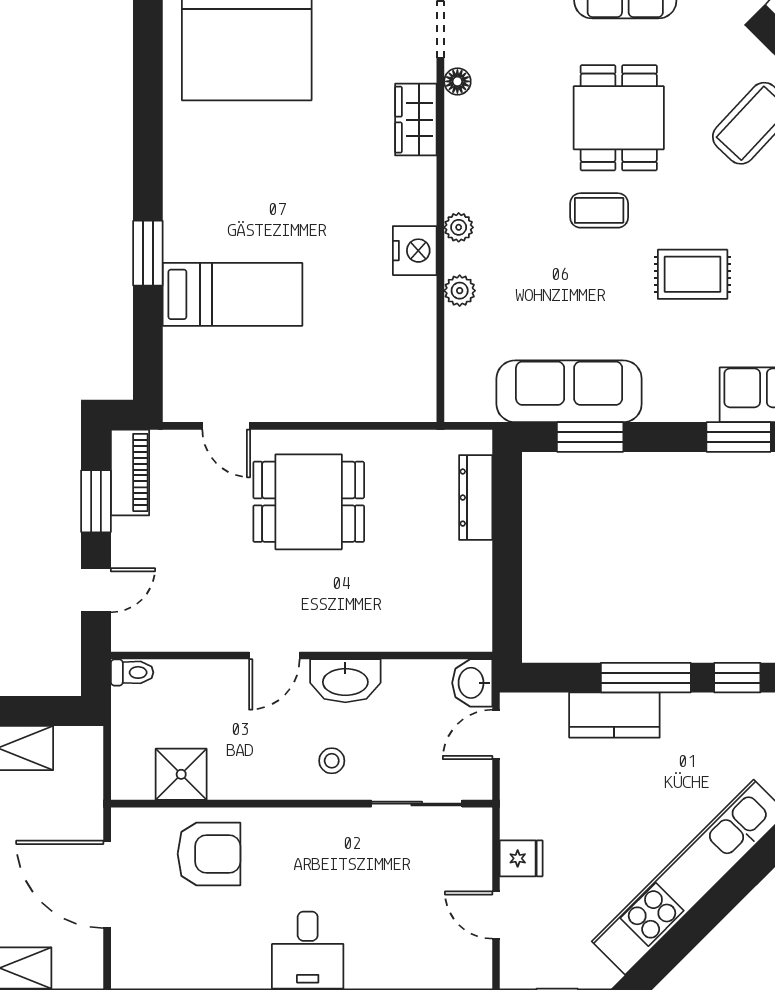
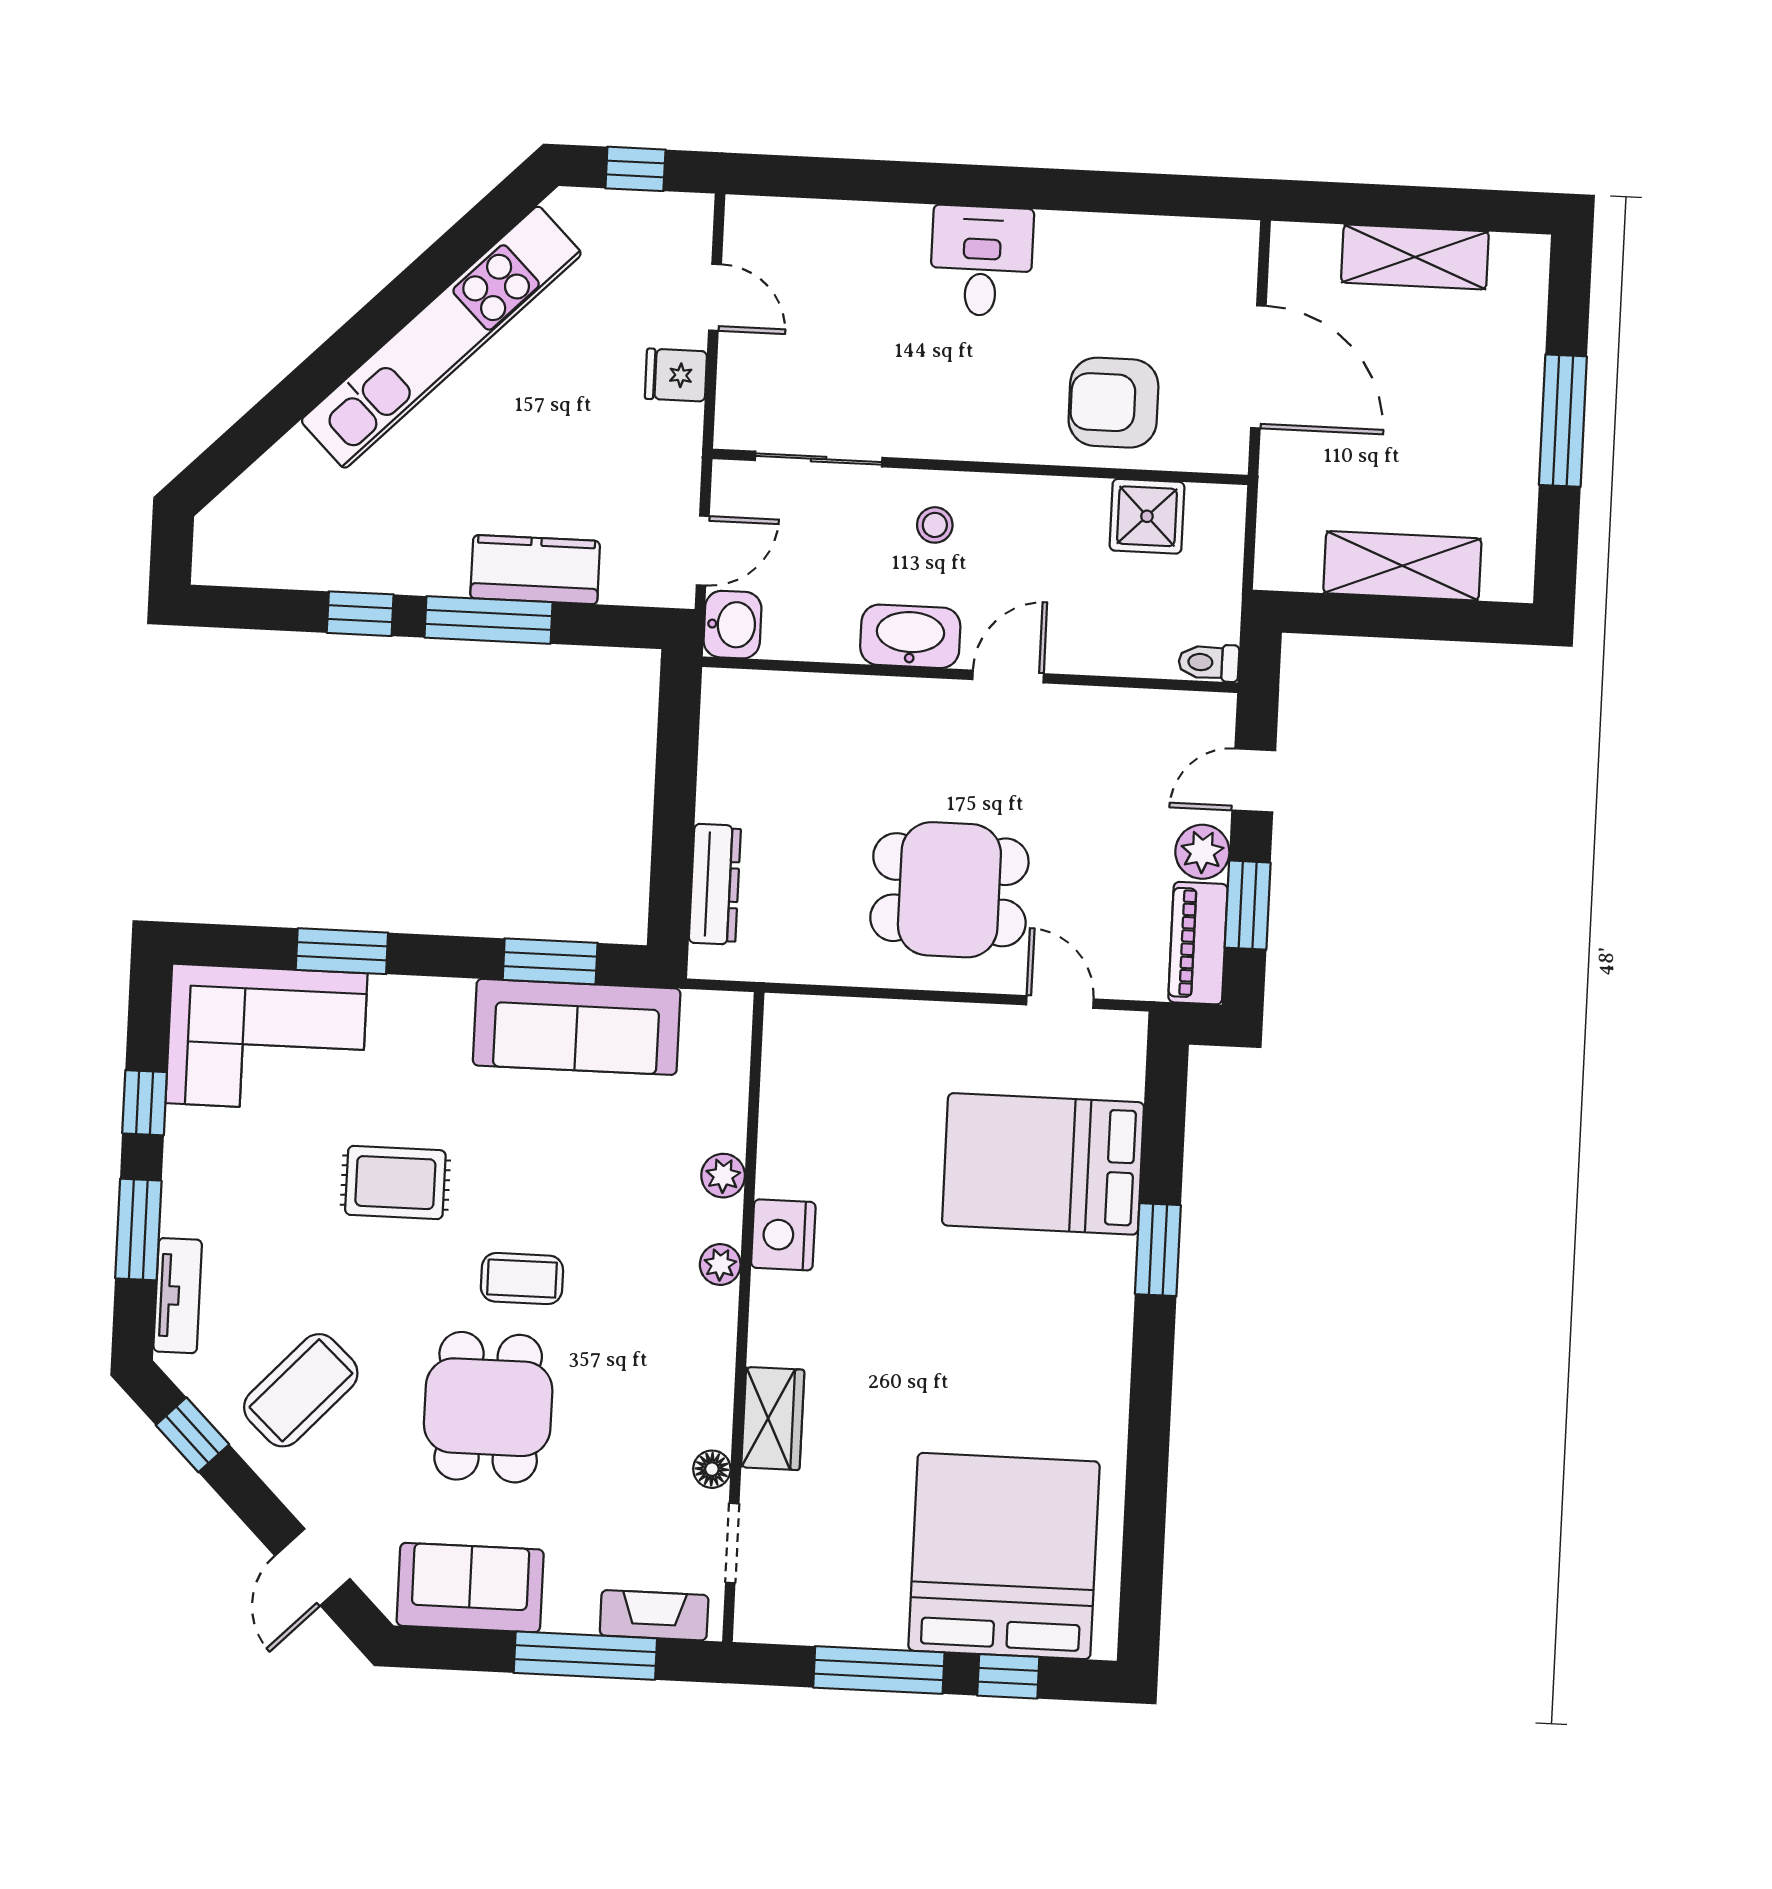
bed: (233, 294) -> (1043, 1164), width x1.50
plant: (130, 538) -> (1202, 852), added

